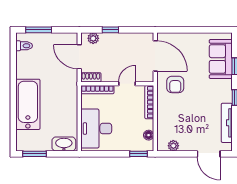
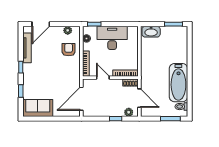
door: (155, 56) -> (81, 99), hinge flipped
sofa: (221, 59) -> (38, 108), moved, turned -90
door: (127, 84) -> (103, 78), swing flipped
armchair: (175, 84) -> (69, 50), moved
bathtub: (28, 104) -> (178, 83), moved
desk: (96, 129) -> (112, 38), moved, turned -90
door: (209, 154) -> (41, 24), swing flipped

